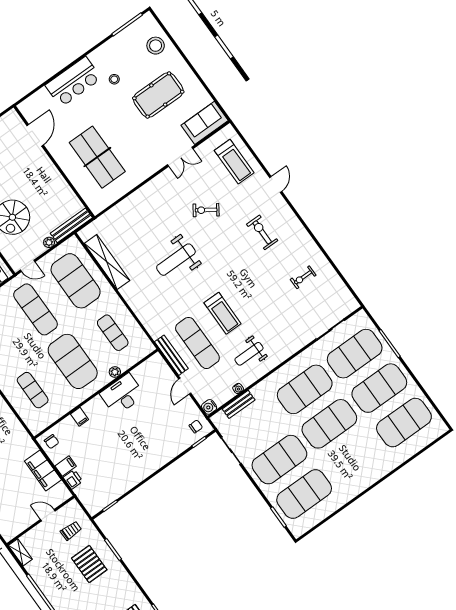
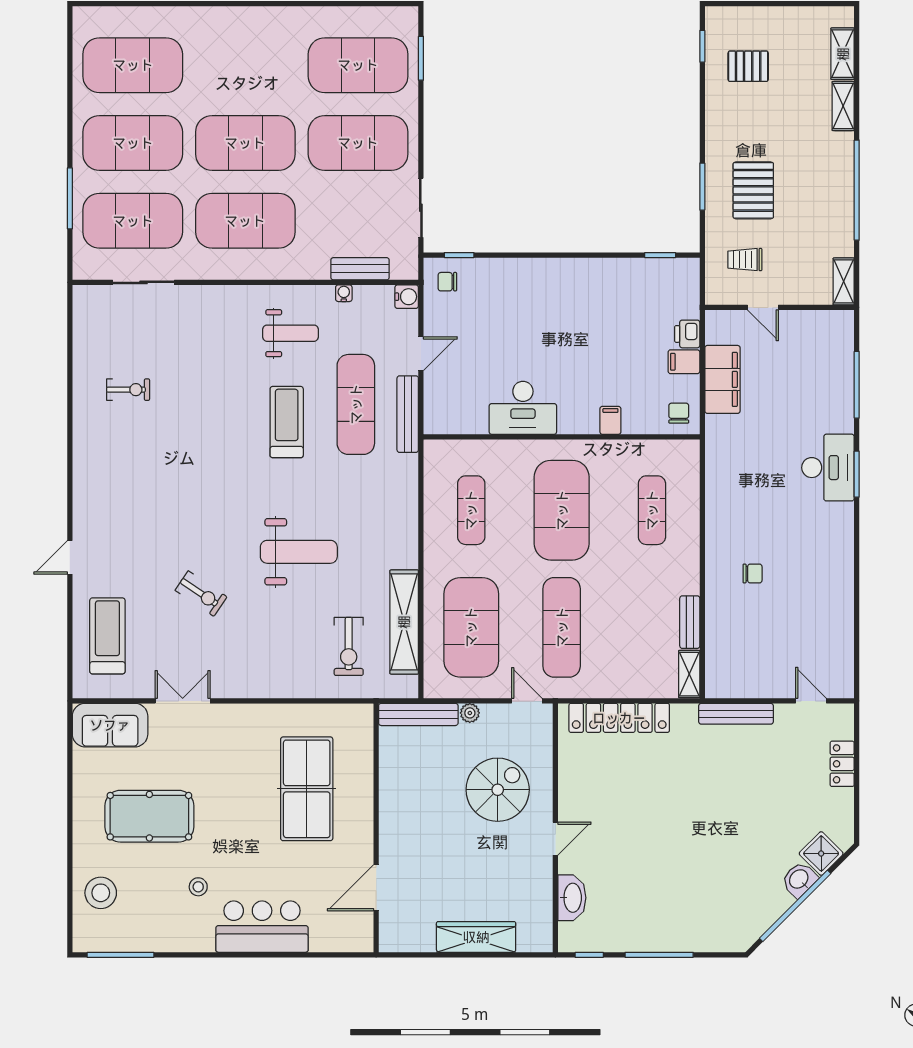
exercise bike: (262, 232) -> (349, 646), moved
plant: (115, 372) -> (510, 449), removed

